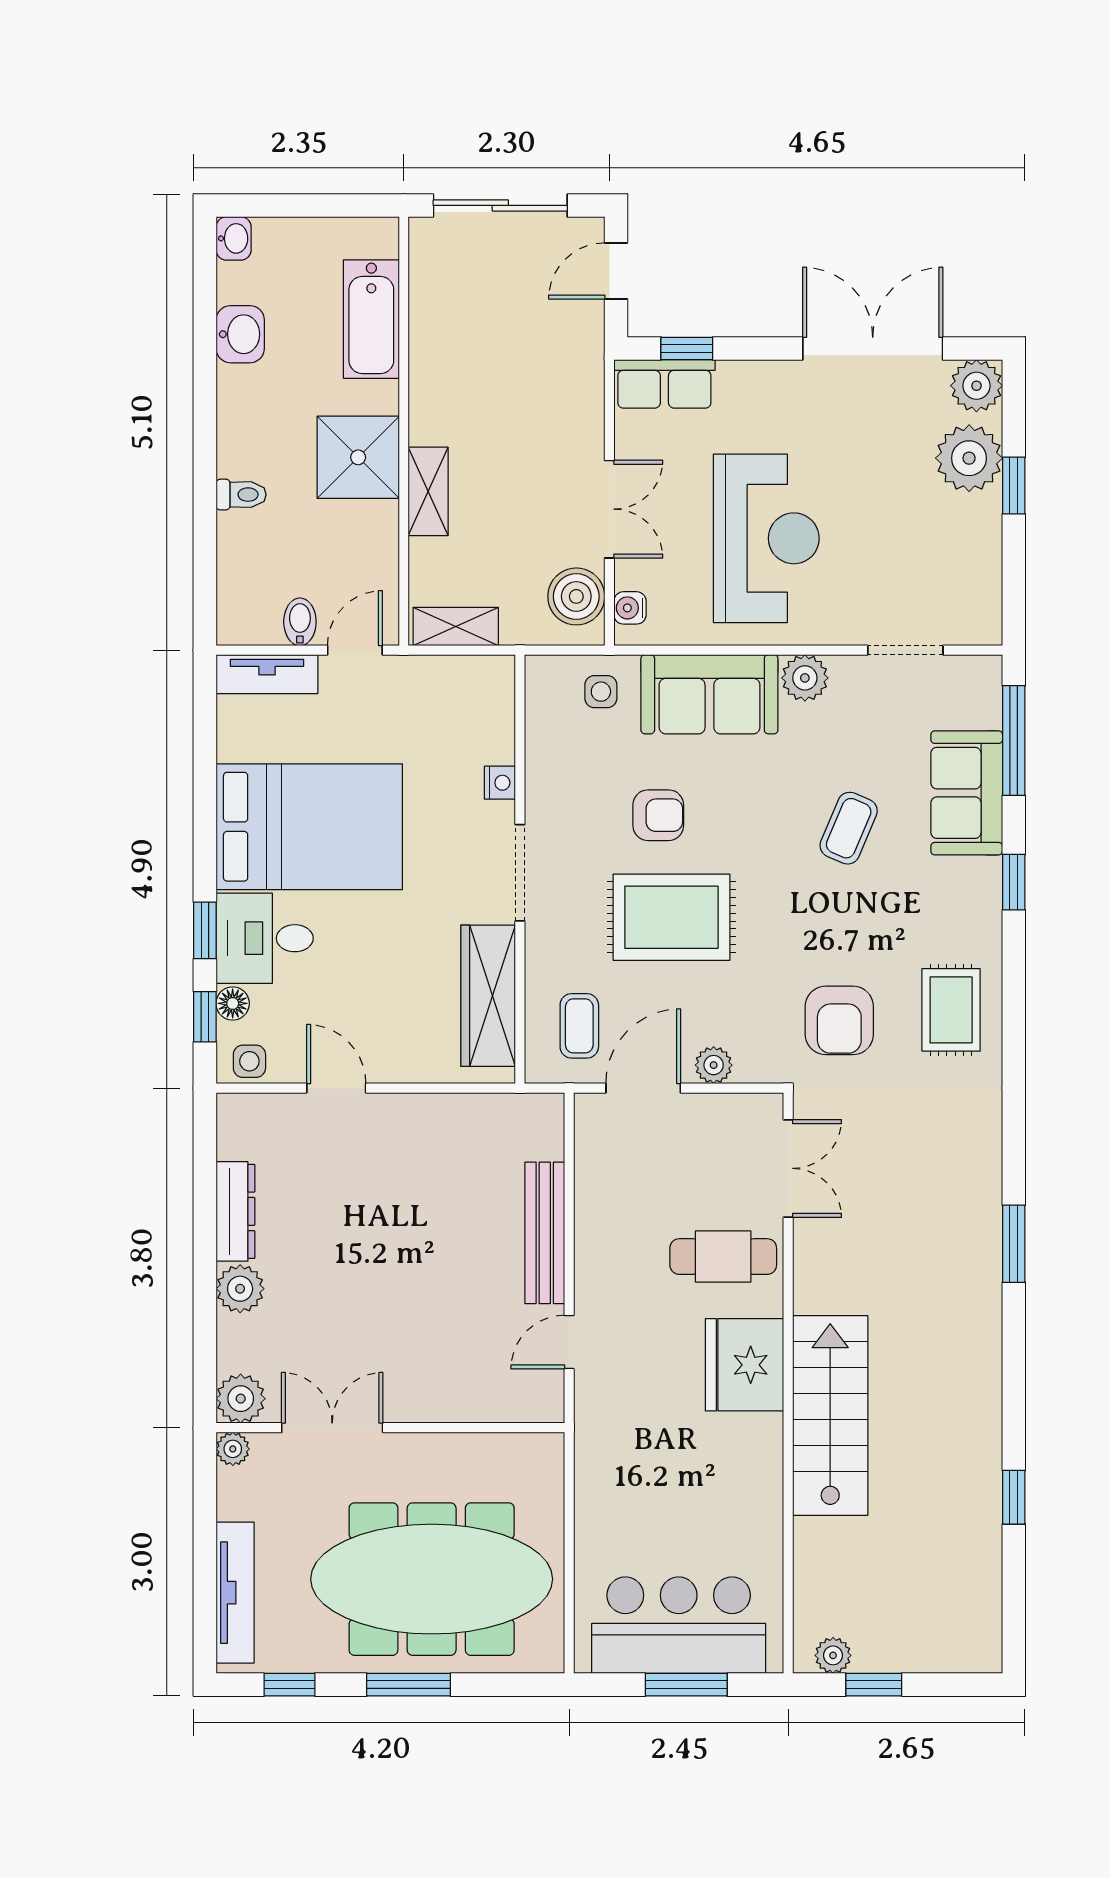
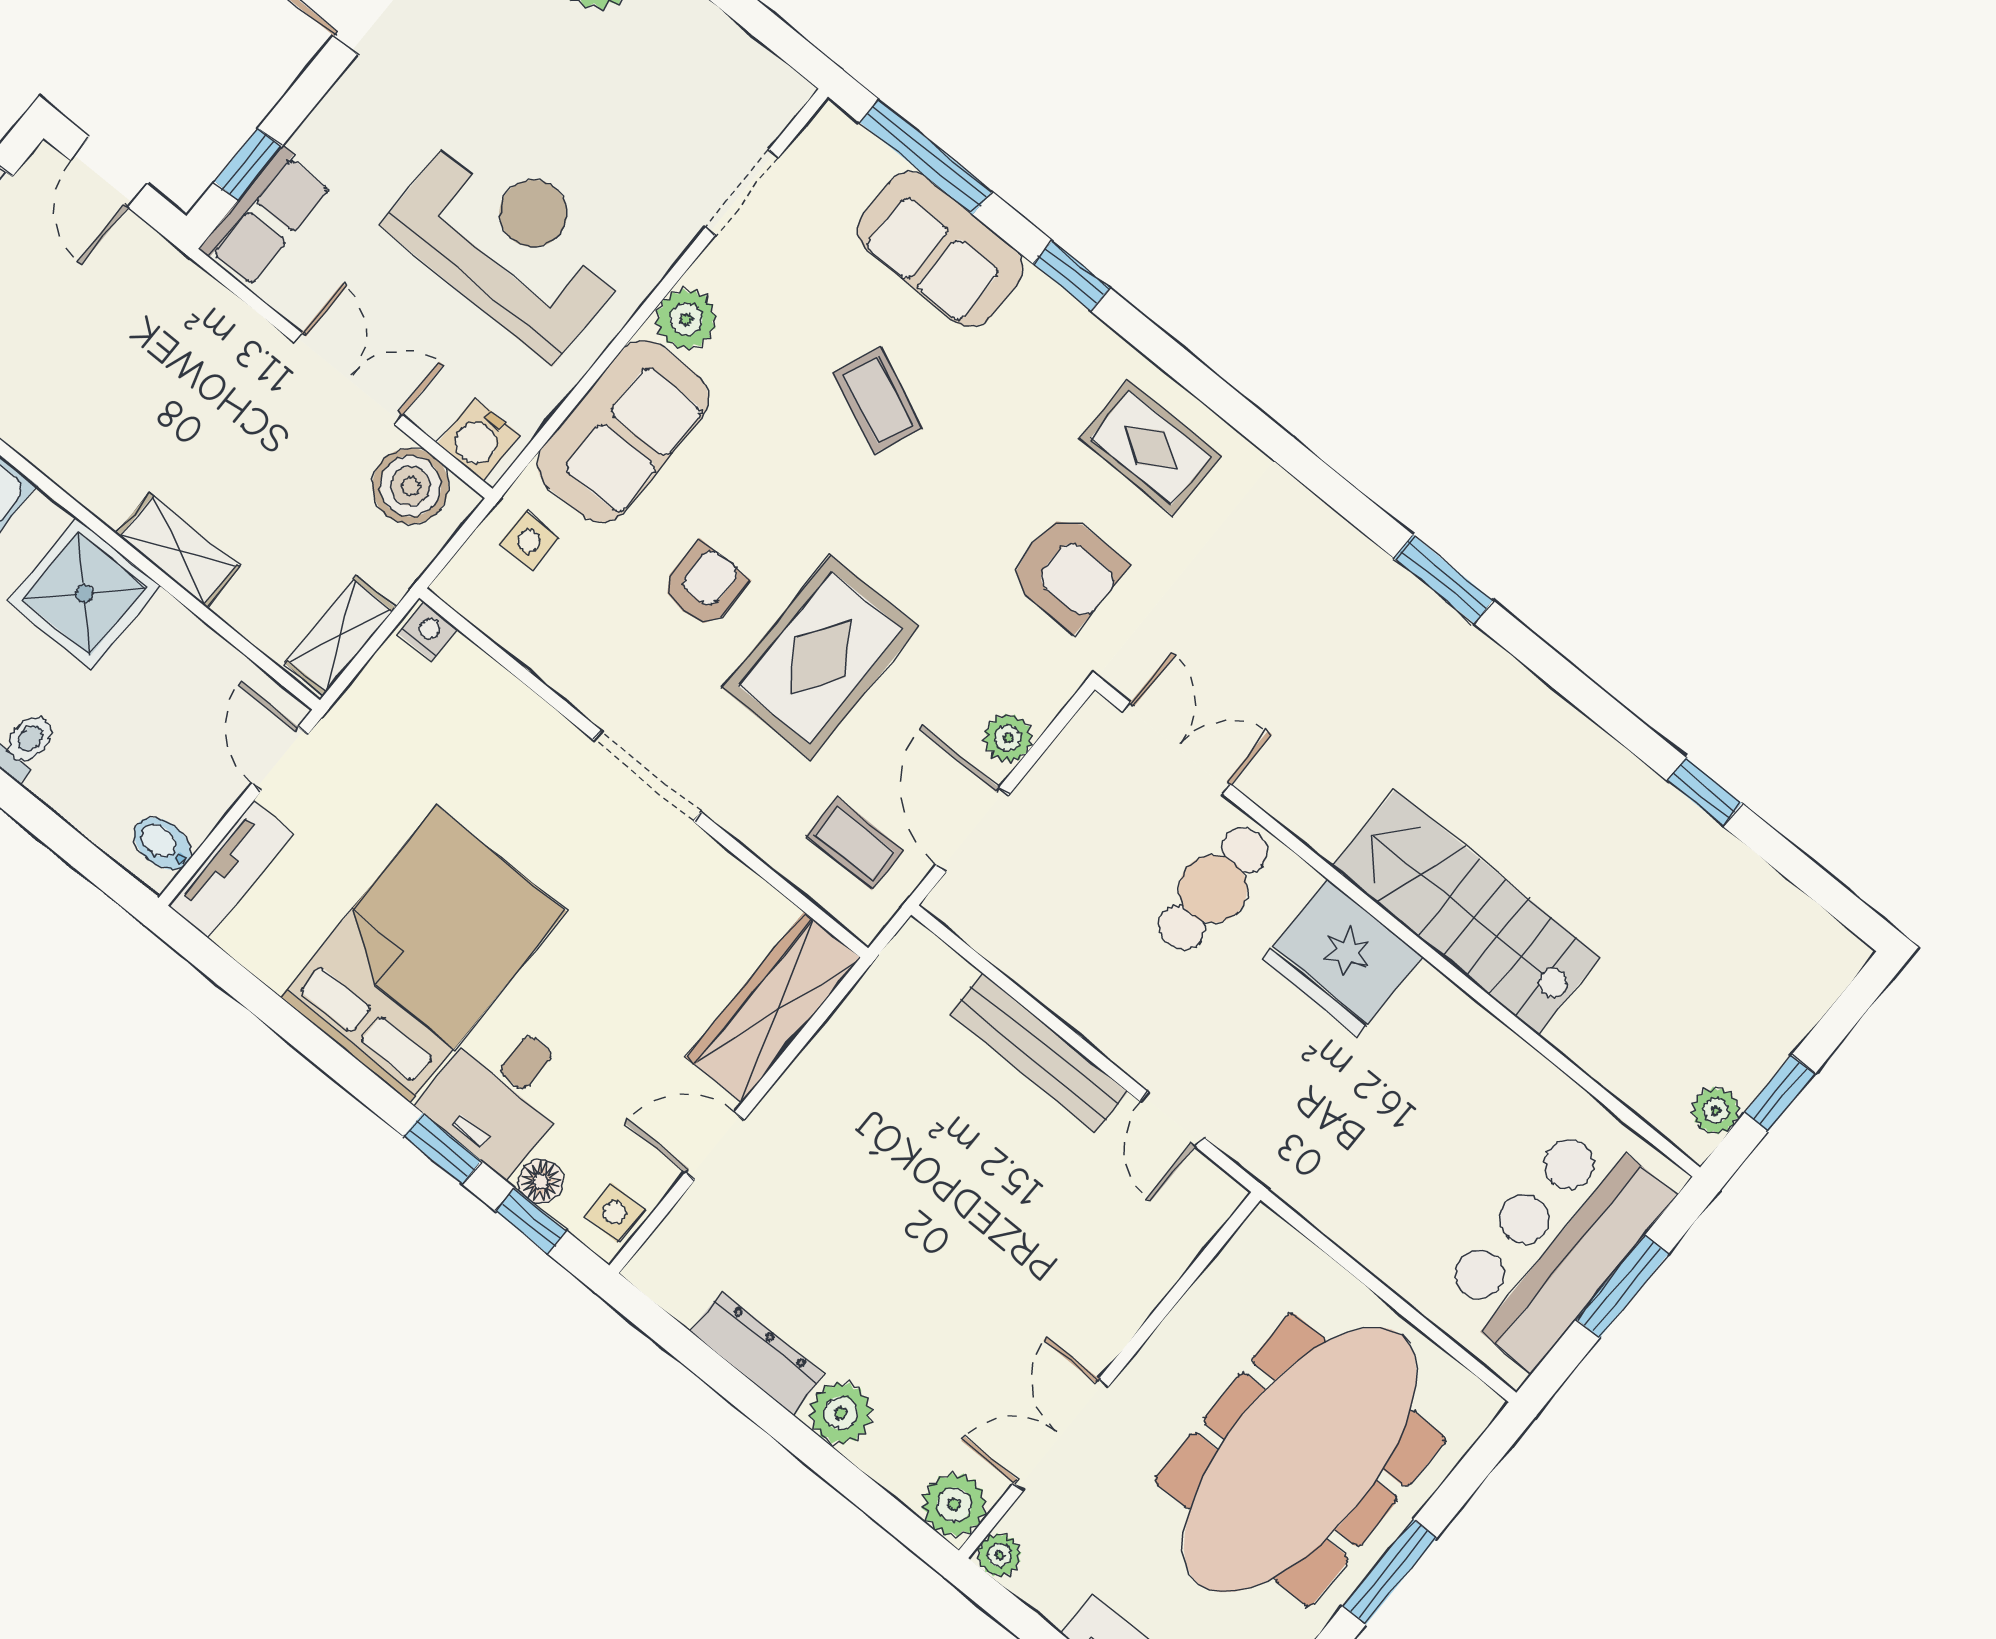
water cooler: (630, 608) -> (479, 439), width x1.38, depth x1.38
bidet: (300, 622) -> (162, 844), moved
nightstand: (500, 783) -> (428, 631), moved
wardrobe: (488, 996) -> (773, 1007), moved, turned 90

